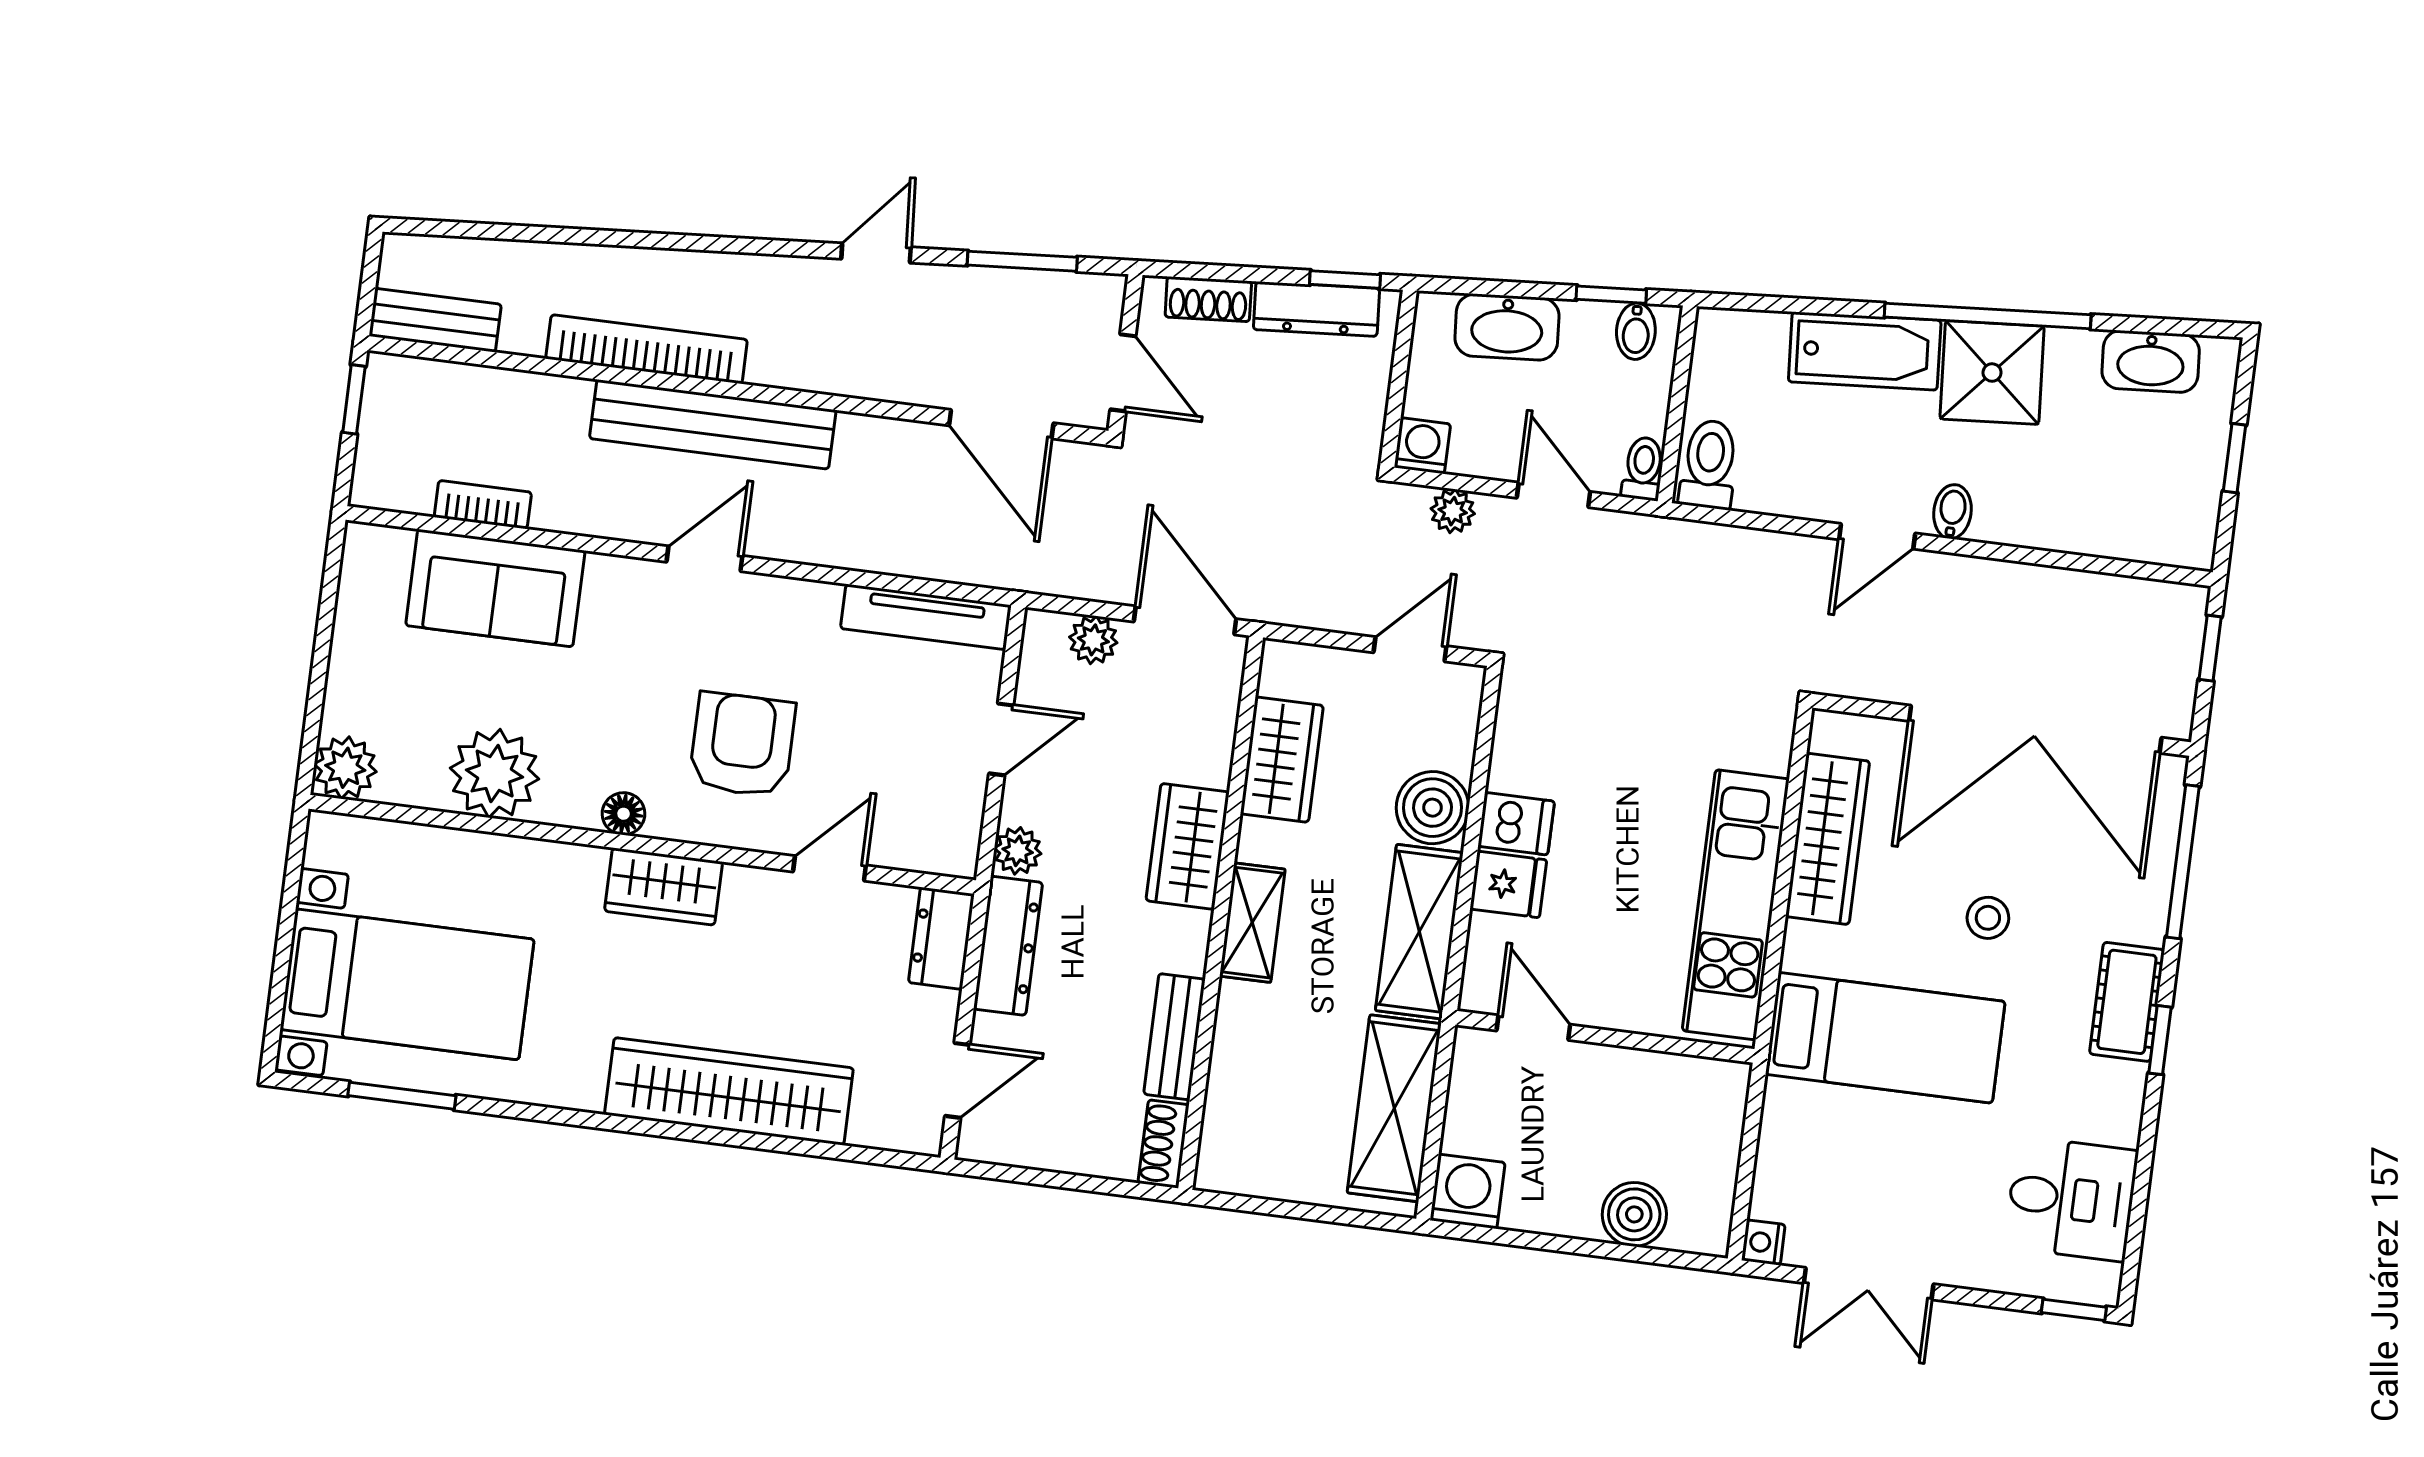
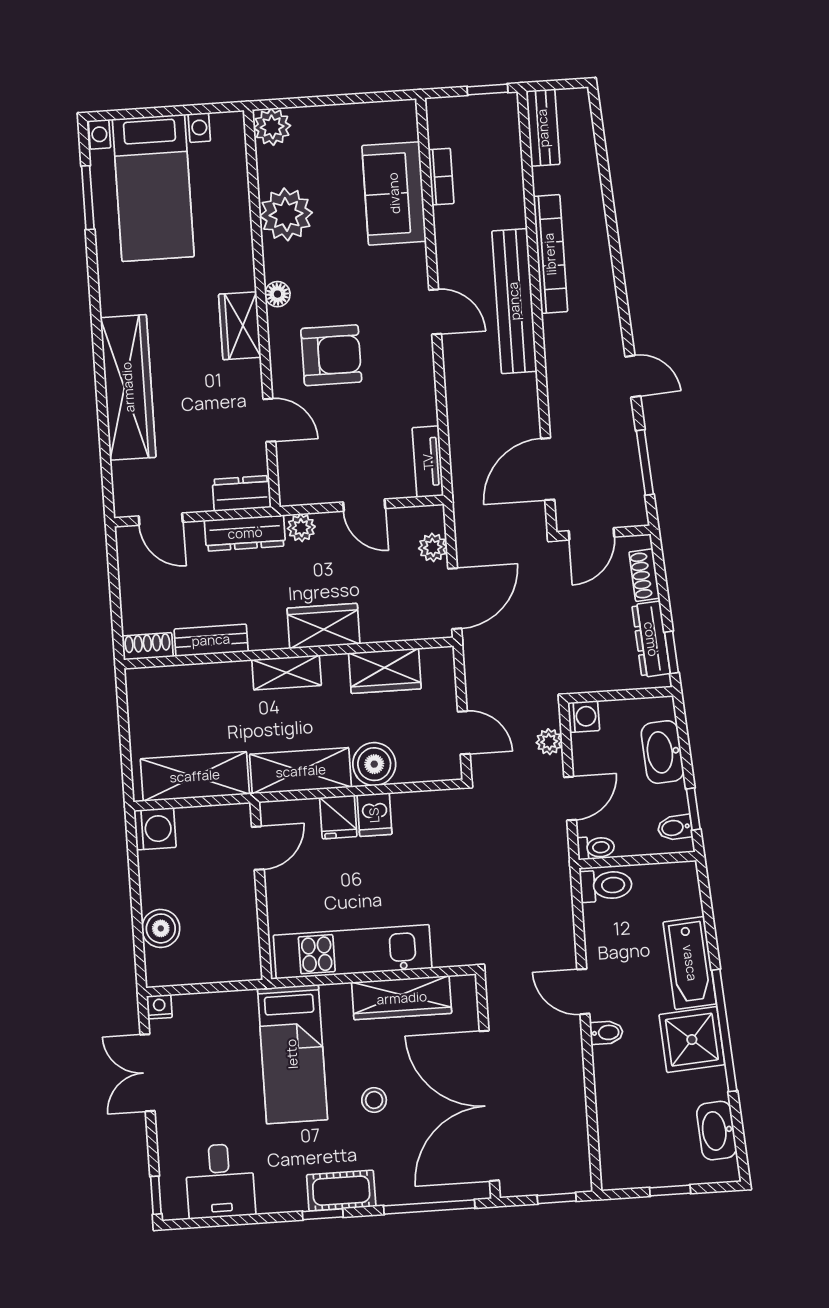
tv unit: (926, 617) -> (428, 462), width x0.71

